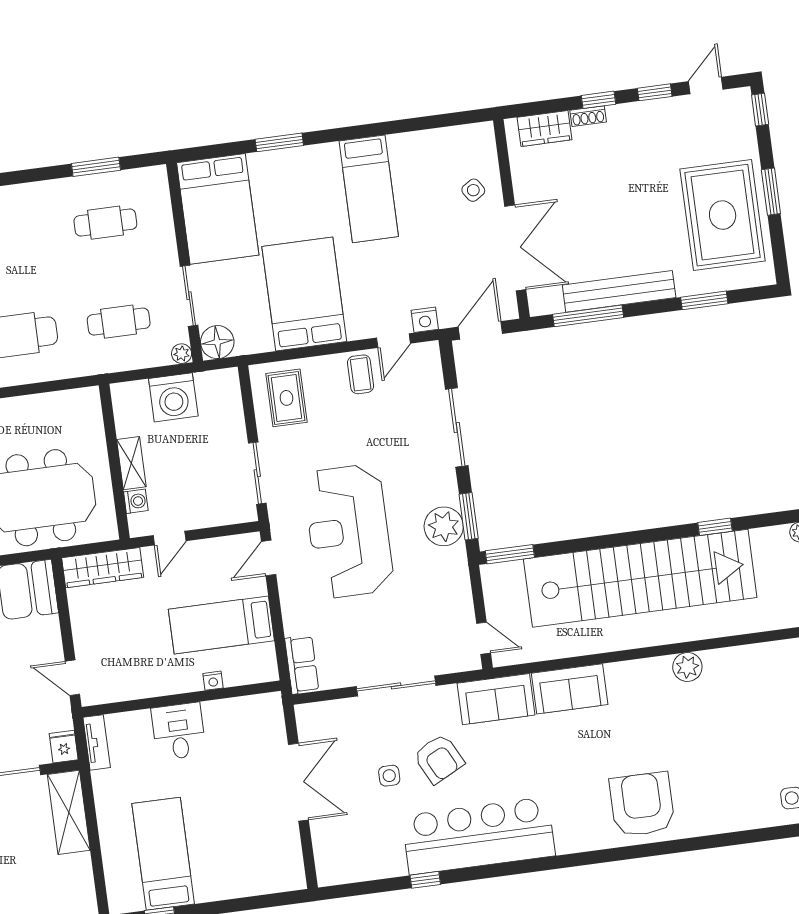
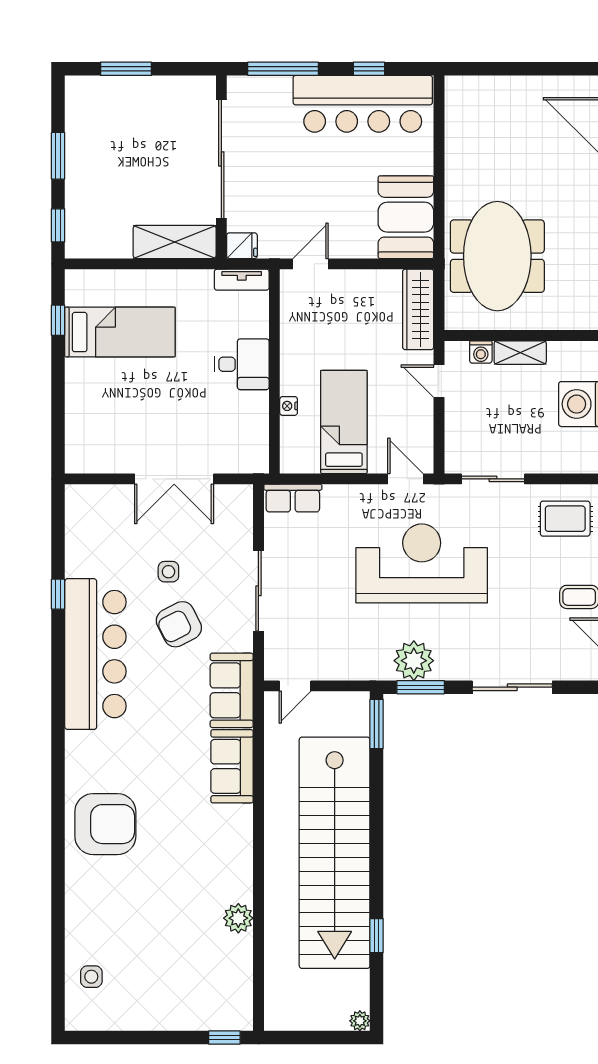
plant: (687, 667) -> (238, 918), moved

